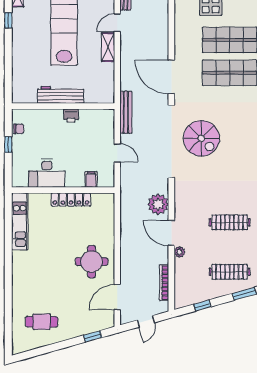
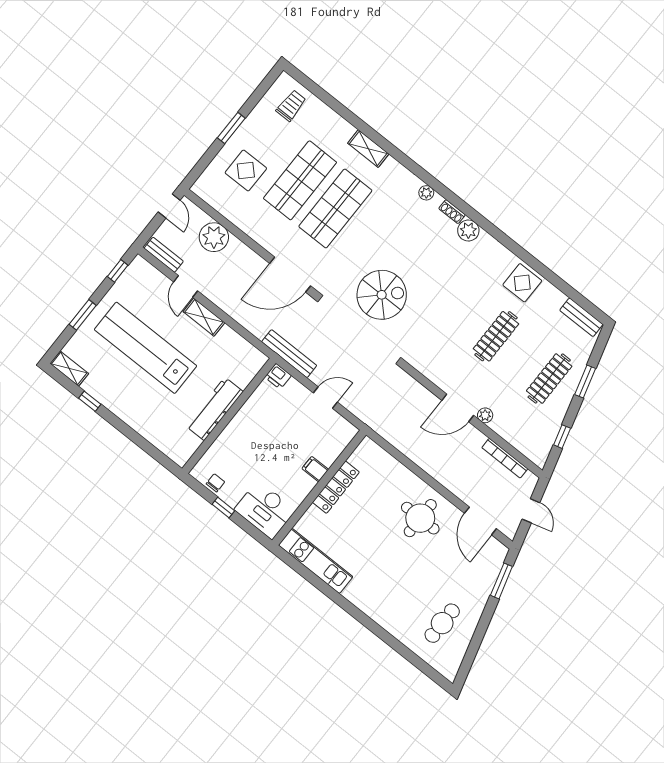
printer: (71, 116) -> (278, 376), moved, turned 90
desk: (47, 173) -> (265, 510), moved, turned 90
filing cabinet: (91, 179) -> (315, 469), moved
plant: (158, 204) -> (214, 237), moved
window: (93, 336) -> (501, 581), width x1.50

